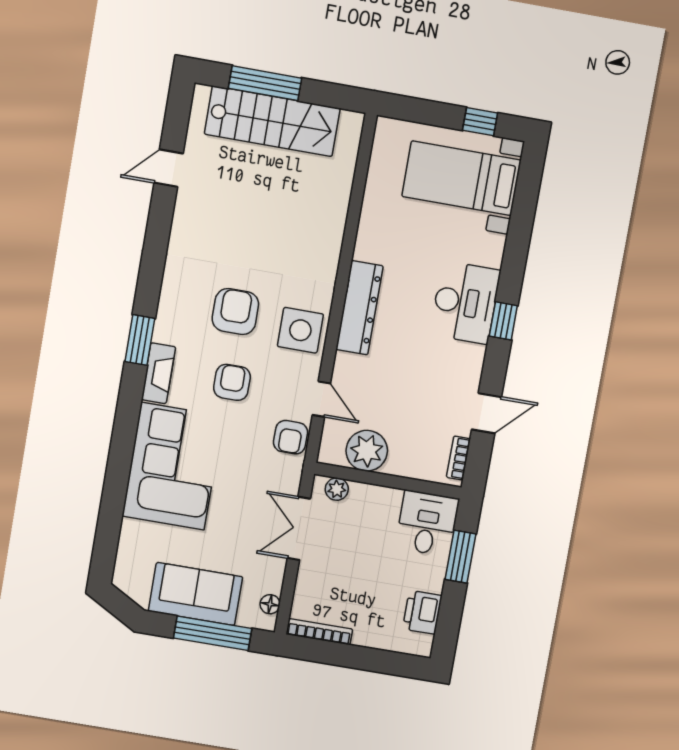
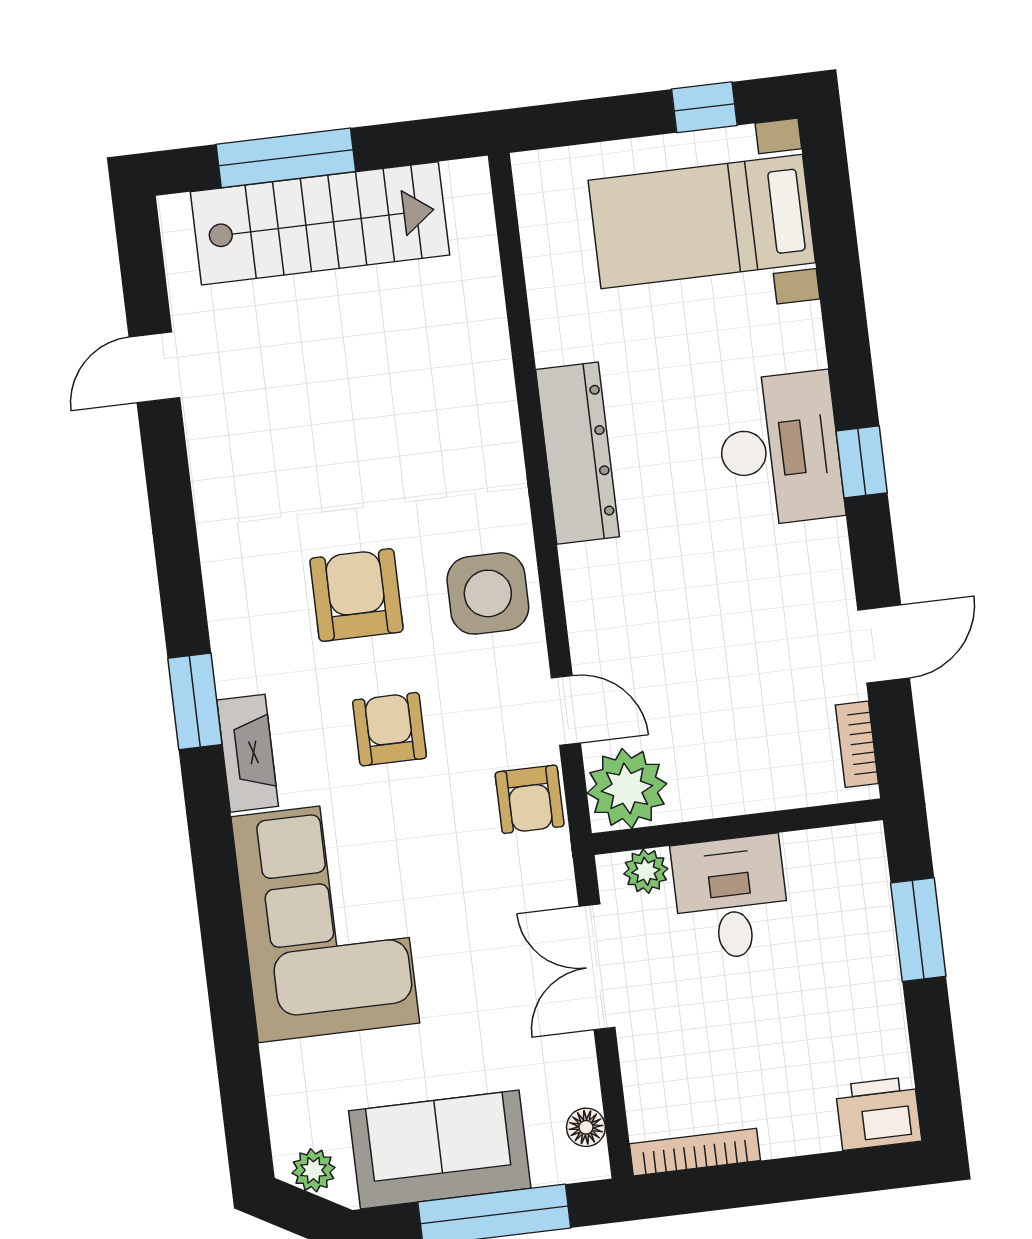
dresser: (360, 308) -> (578, 453), moved
plant: (367, 451) -> (627, 788), moved
desk: (427, 523) -> (731, 898), moved
plant: (131, 586) -> (313, 1170), added
printer: (422, 612) -> (878, 1113), moved, turned 90

